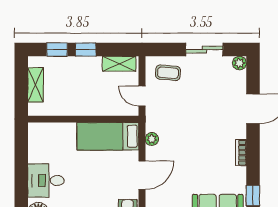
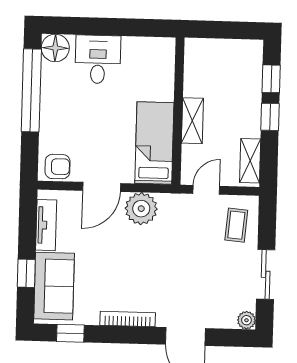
shelving: (36, 85) -> (192, 121), moved, turned 90
plant: (152, 139) -> (141, 209), width x1.87, depth x1.87
bookcase: (241, 153) -> (128, 319), width x1.56
door: (142, 175) -> (102, 187), hinge flipped

